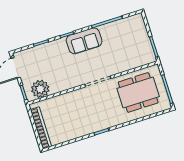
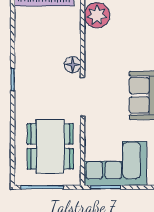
corner sofa: (136, 45) -> (115, 163), added
floor lamp: (79, 95) -> (73, 65), added

